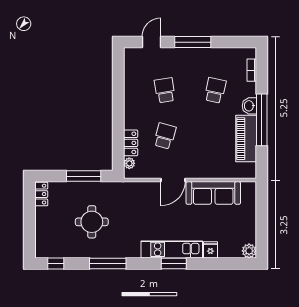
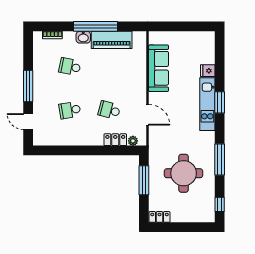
door: (173, 180) -> (147, 115), moved
round table: (92, 222) -> (184, 173), width x1.36, depth x1.36
plant: (249, 251) -> (209, 37), removed

